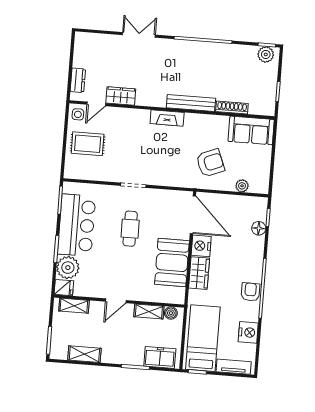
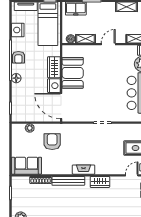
wardrobe: (121, 96) -> (100, 182), moved
armchair: (210, 163) -> (52, 142), turned 112
floor lamp: (259, 228) -> (16, 78), moved
cafe table: (130, 229) -> (102, 93), removed

